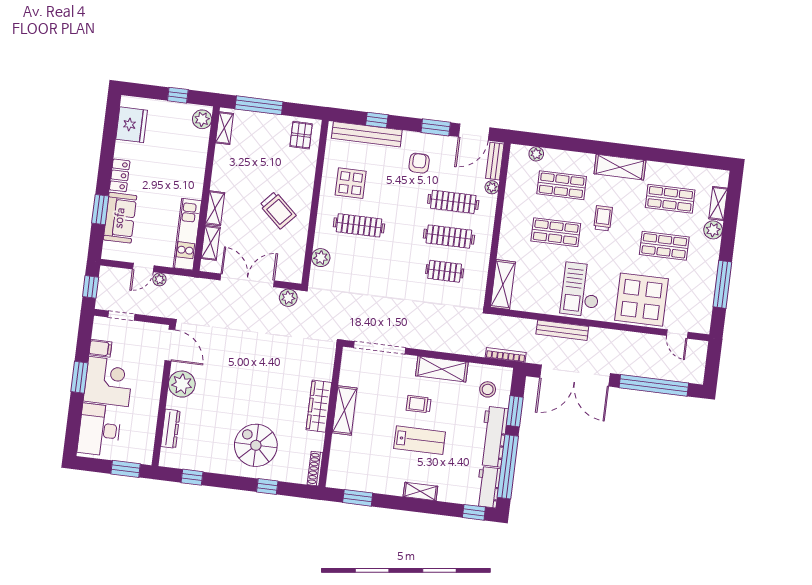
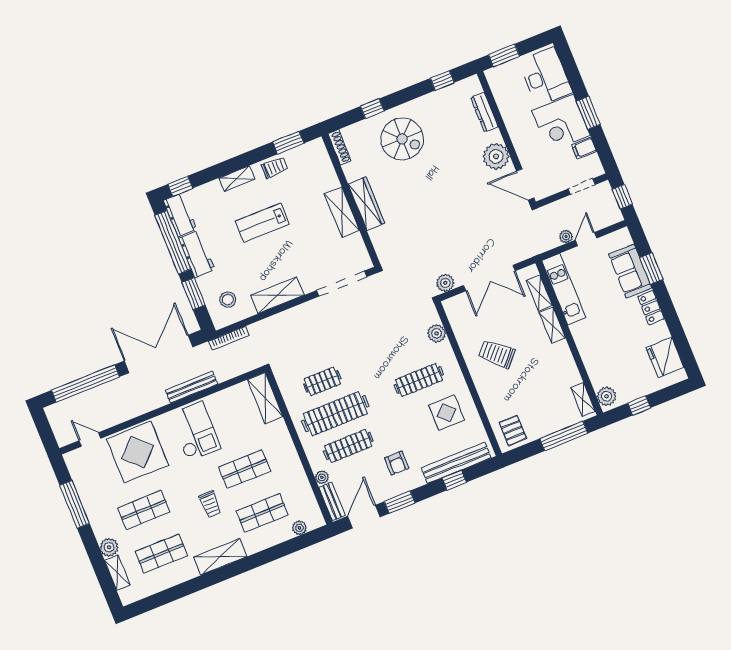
clothes rail: (449, 237) -> (335, 414), width x1.37, depth x1.31
trolley: (419, 404) -> (275, 167), moved
workbench: (494, 437) -> (197, 254), width x0.73

